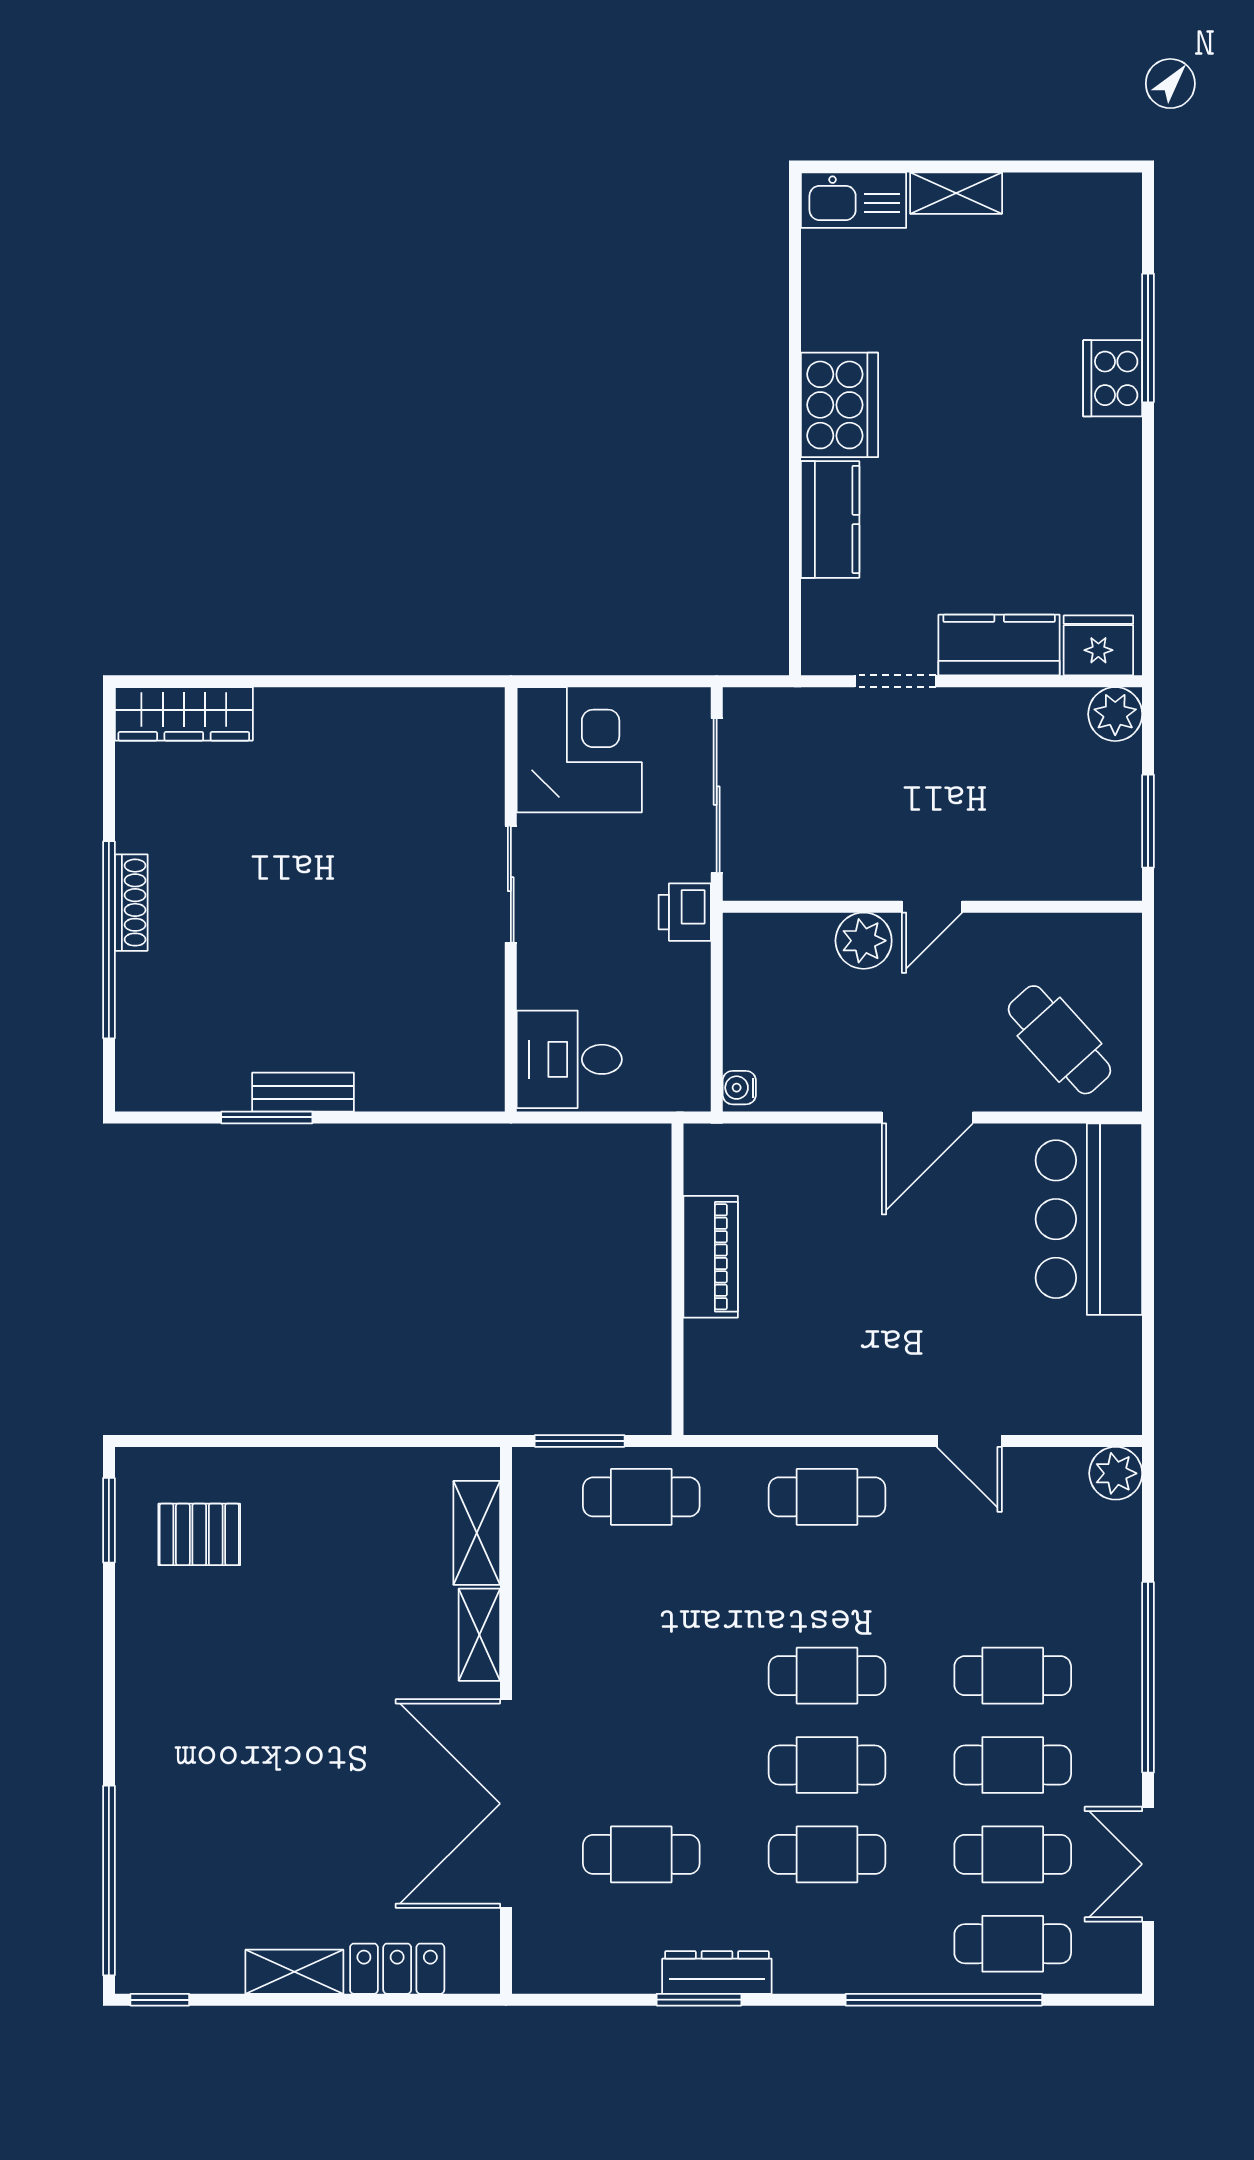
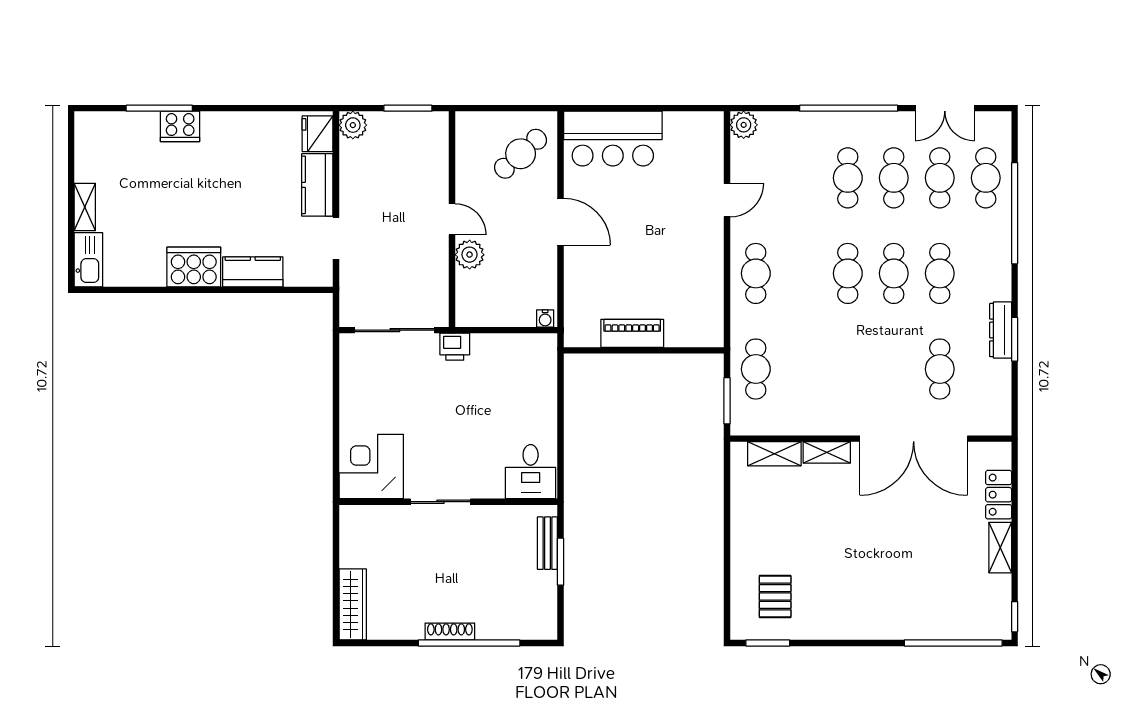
corner desk: (579, 750) -> (371, 466), moved
sliding door: (511, 884) -> (440, 502), moved
wall: (511, 899) -> (448, 502), moved
desk: (569, 1059) -> (531, 472), moved

